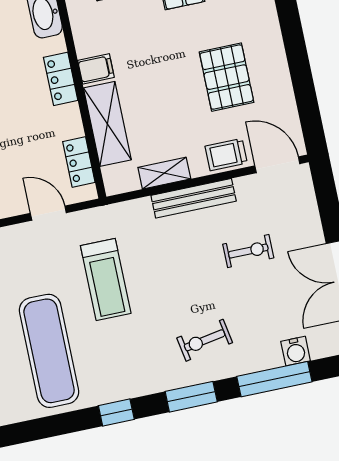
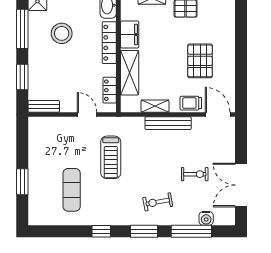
filing cabinet: (96, 69) -> (130, 35), width x2.00
locker: (61, 79) -> (109, 43), width x1.53
exercise bike: (248, 251) -> (195, 174), moved
exercise mat: (49, 351) -> (72, 190), width x0.73, depth x0.69

